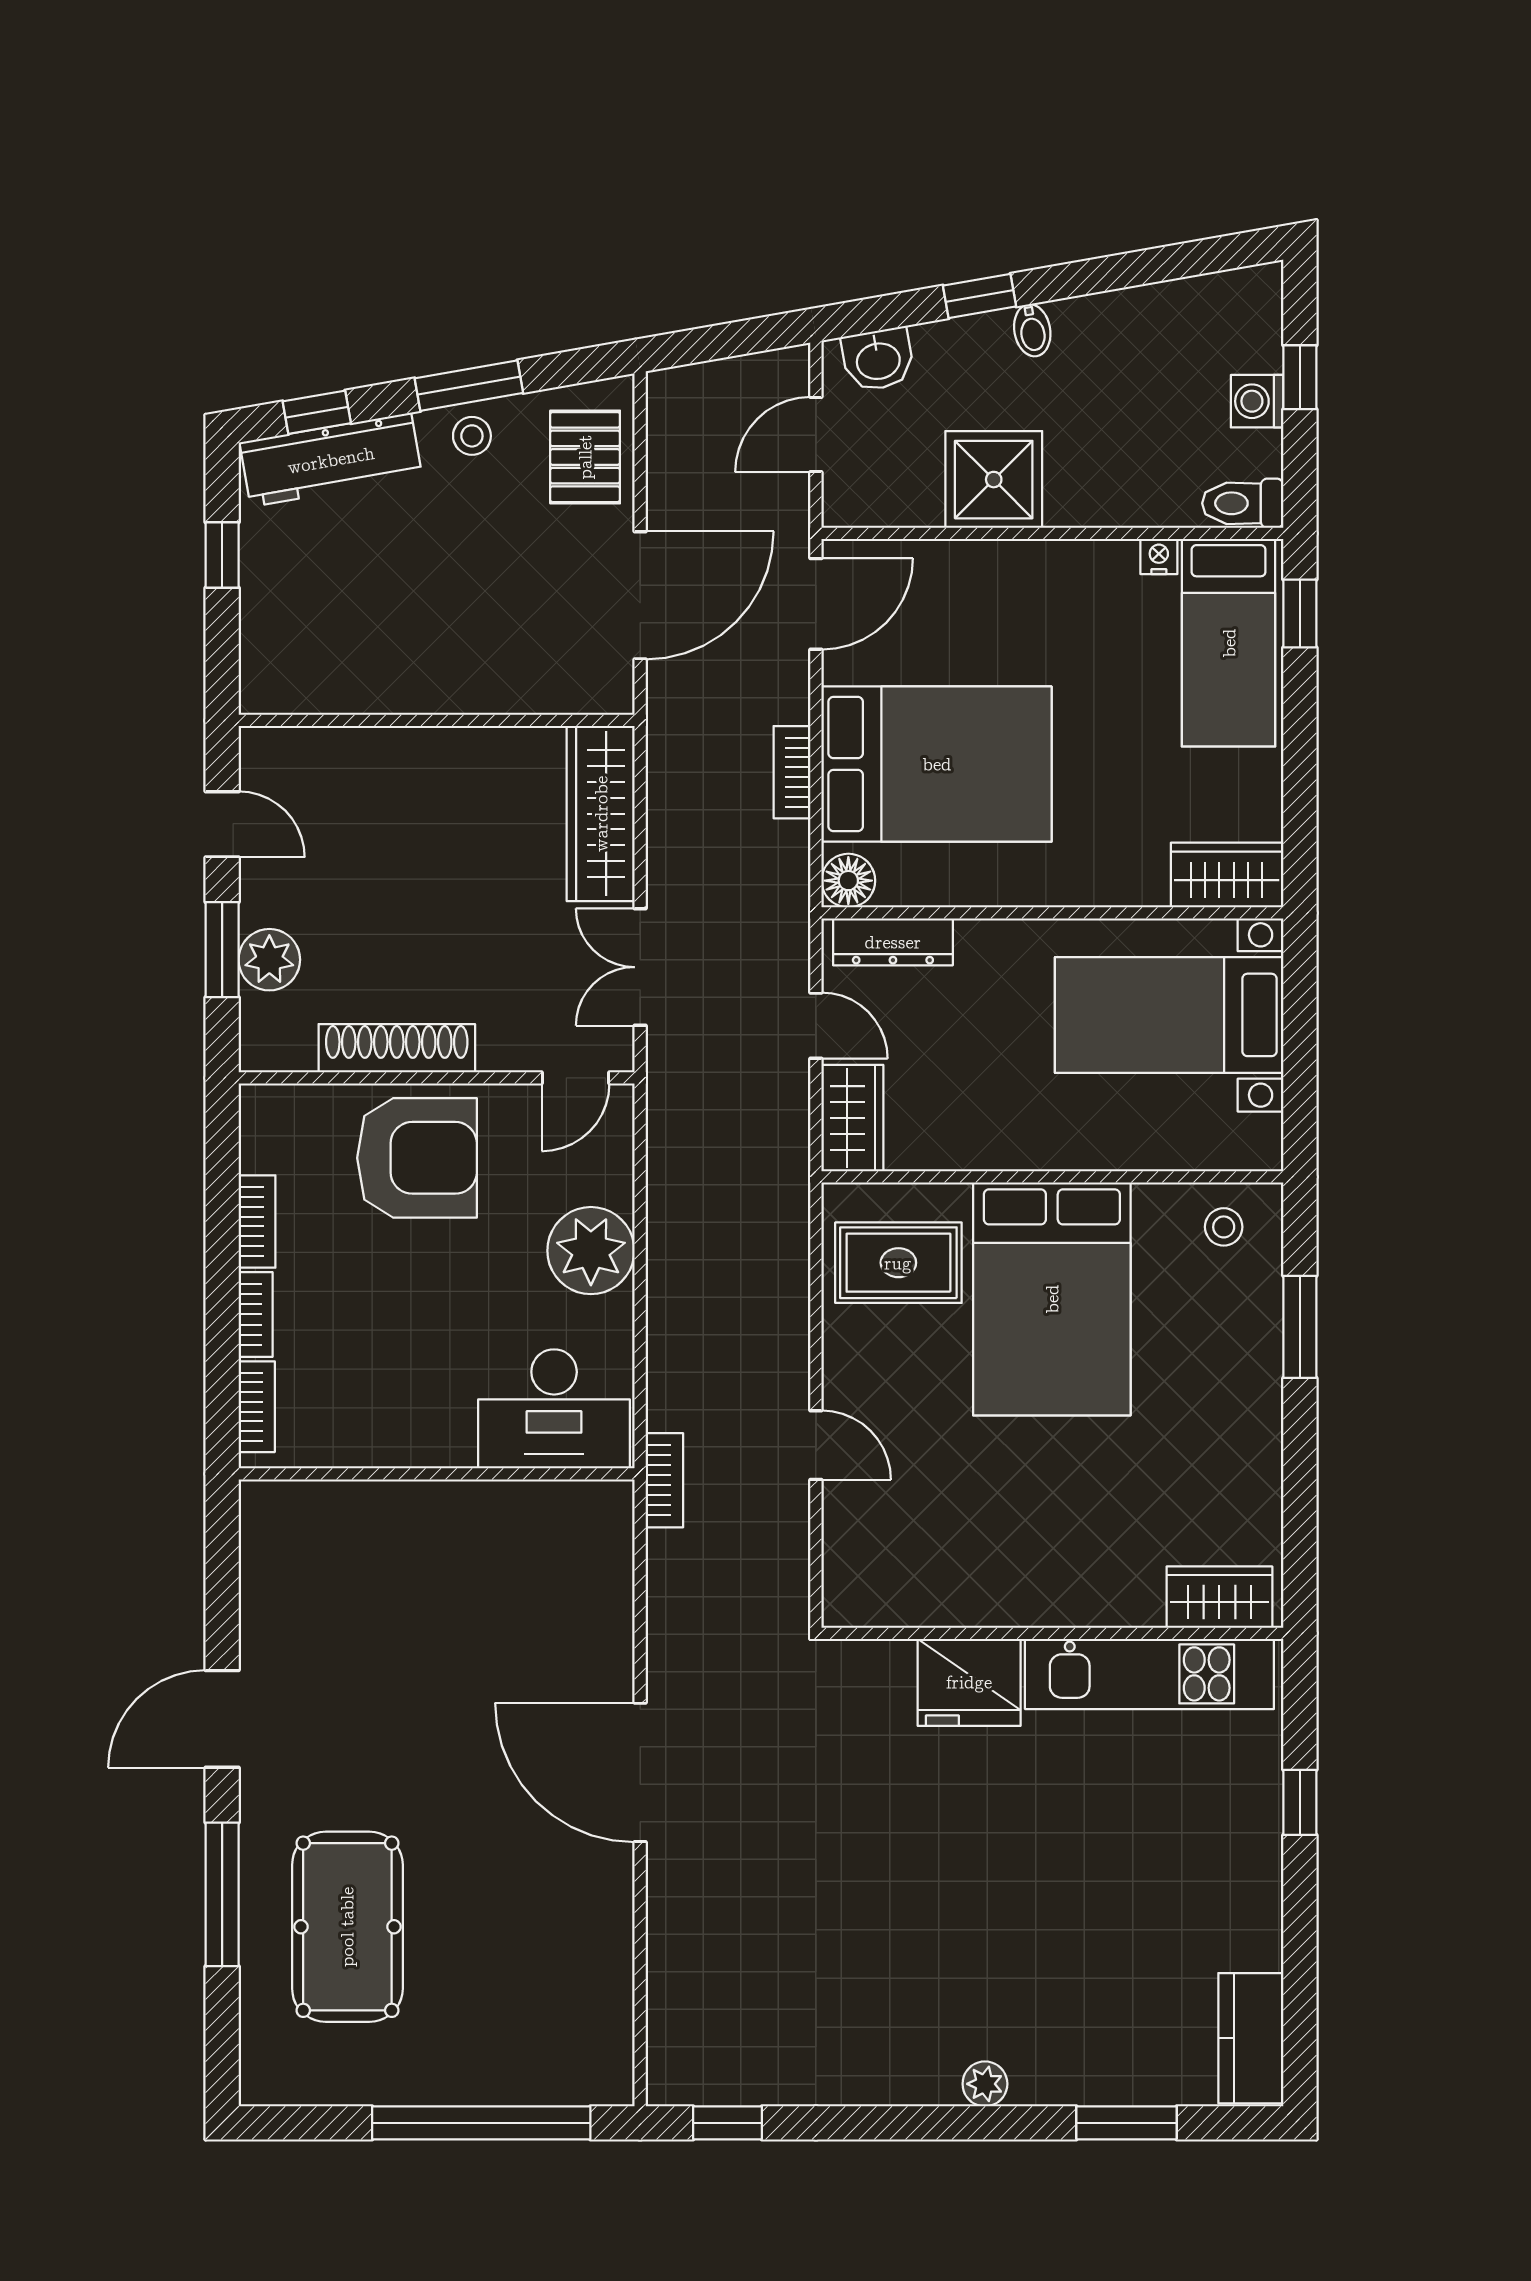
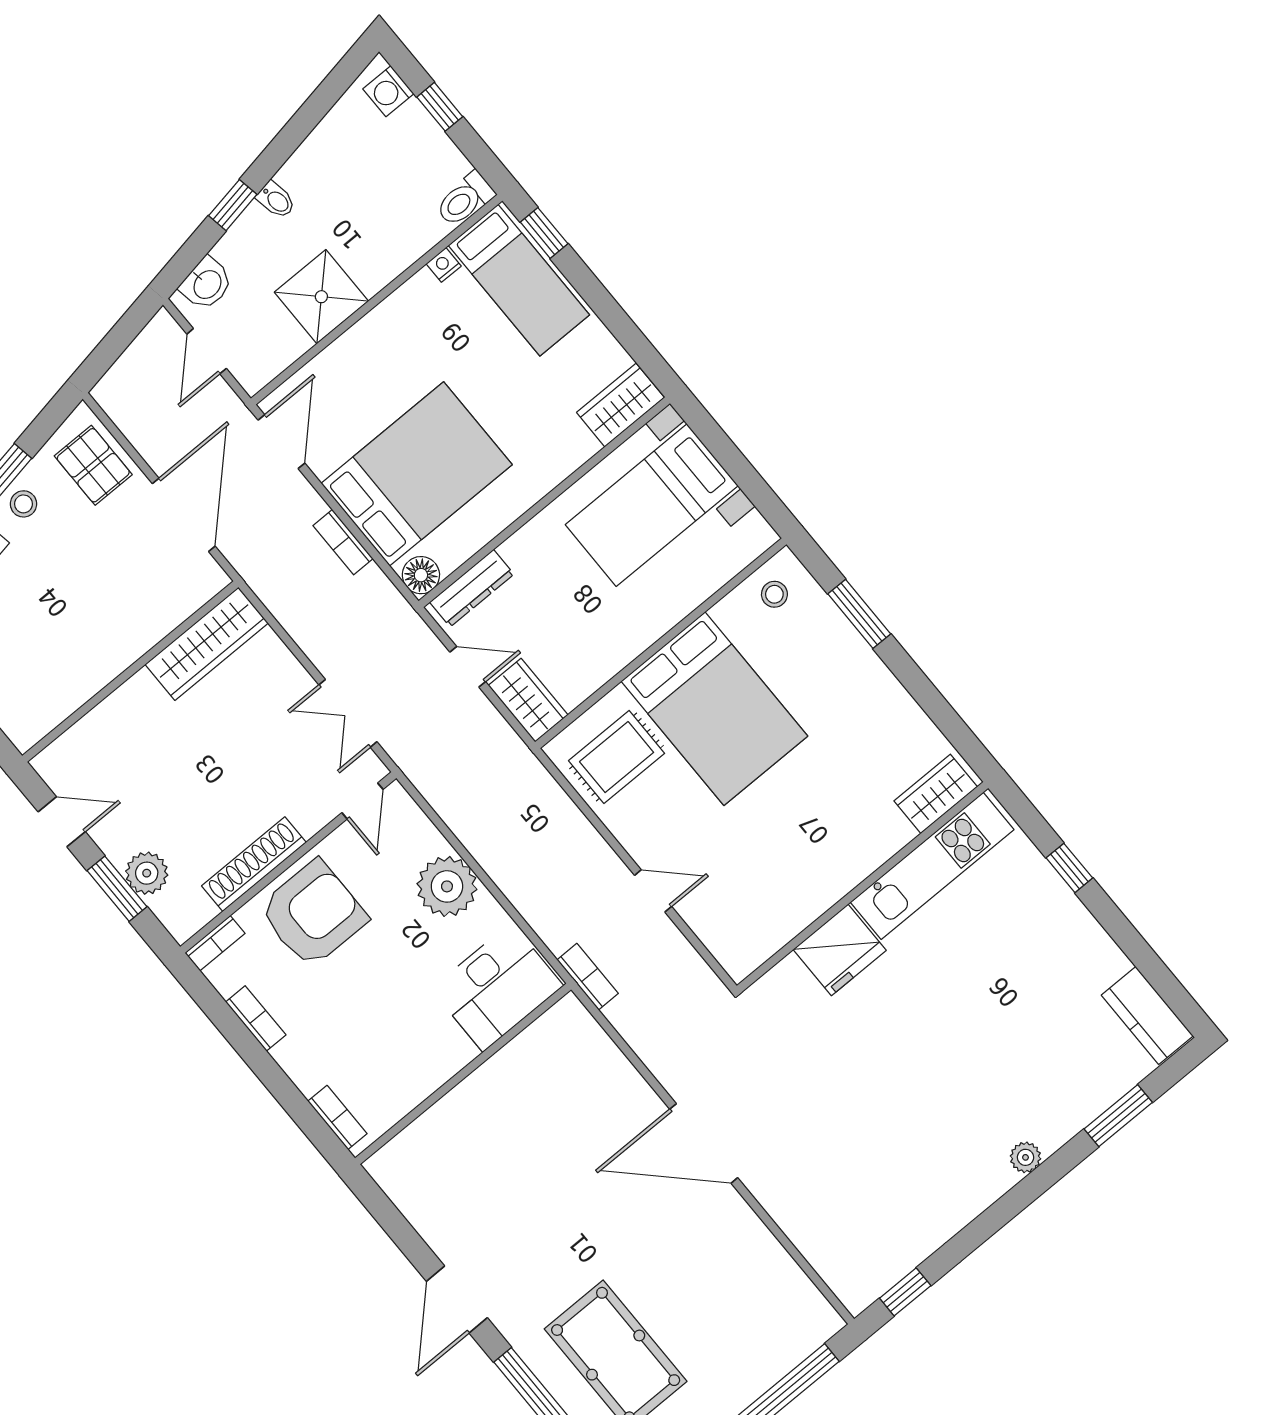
washing machine: (1257, 401) -> (388, 91), moved
wardrobe: (601, 814) -> (207, 644), moved, turned -90
bookcase: (256, 1314) -> (215, 943), moved, turned 90

